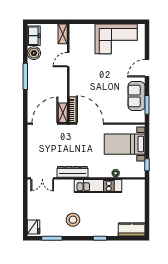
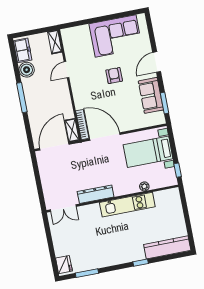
armchair: (108, 73) -> (114, 76), added
stool: (73, 220) -> (107, 248), removed
kitchen counter: (132, 230) -> (167, 247), width x1.50

